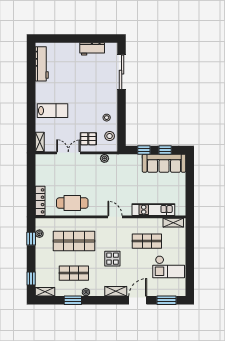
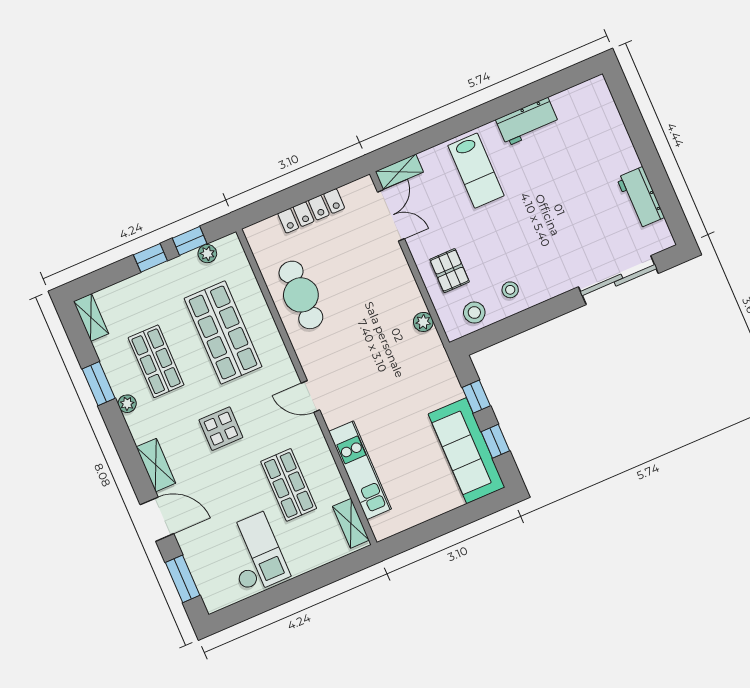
workbench: (42, 64) -> (527, 122), moved, width x0.73
double door: (68, 153) -> (391, 215), moved
locker: (40, 201) -> (311, 211), moved
door: (115, 217) -> (311, 396), swing flipped
checkout: (169, 267) -> (254, 553), turned 180
window: (31, 279) -> (150, 258), moved

